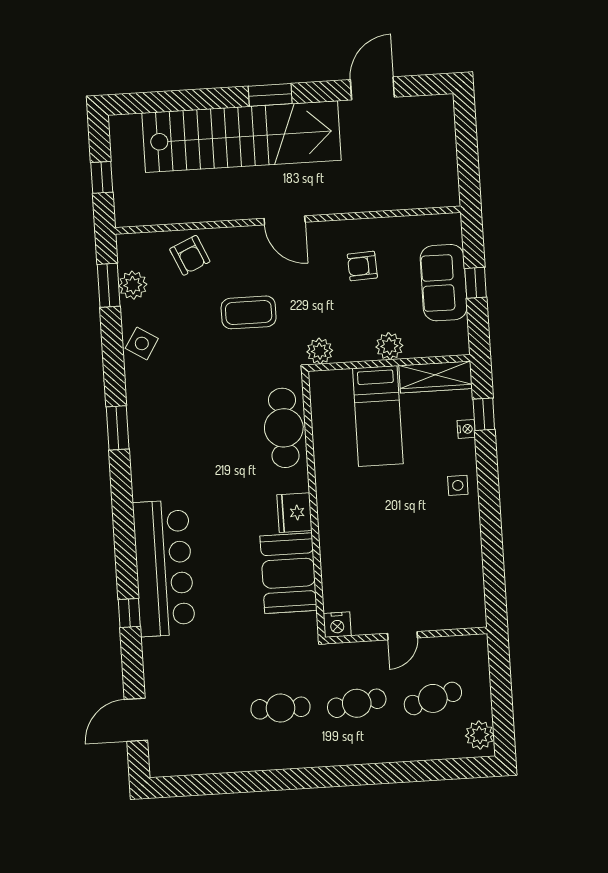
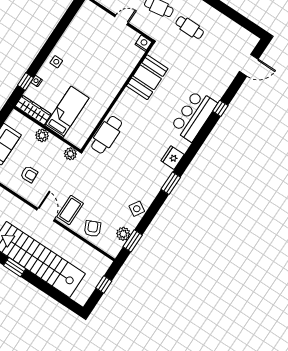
coffee table: (249, 312) -> (70, 210), moved, turned 90
fridge: (294, 513) -> (172, 158), moved, turned 180
bar counter: (164, 568) -> (194, 116), width x0.73

